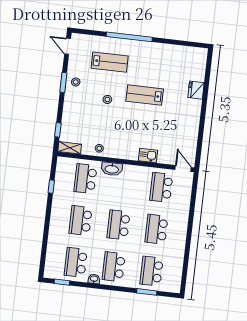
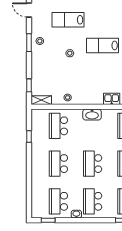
lab bench: (110, 62) -> (68, 20), turned 180
washbasin: (112, 169) -> (92, 115), moved

